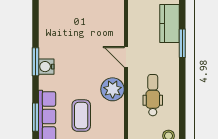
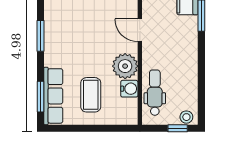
water cooler: (46, 67) -> (129, 89), moved, turned 180
dental chair: (153, 95) -> (155, 93), moved

